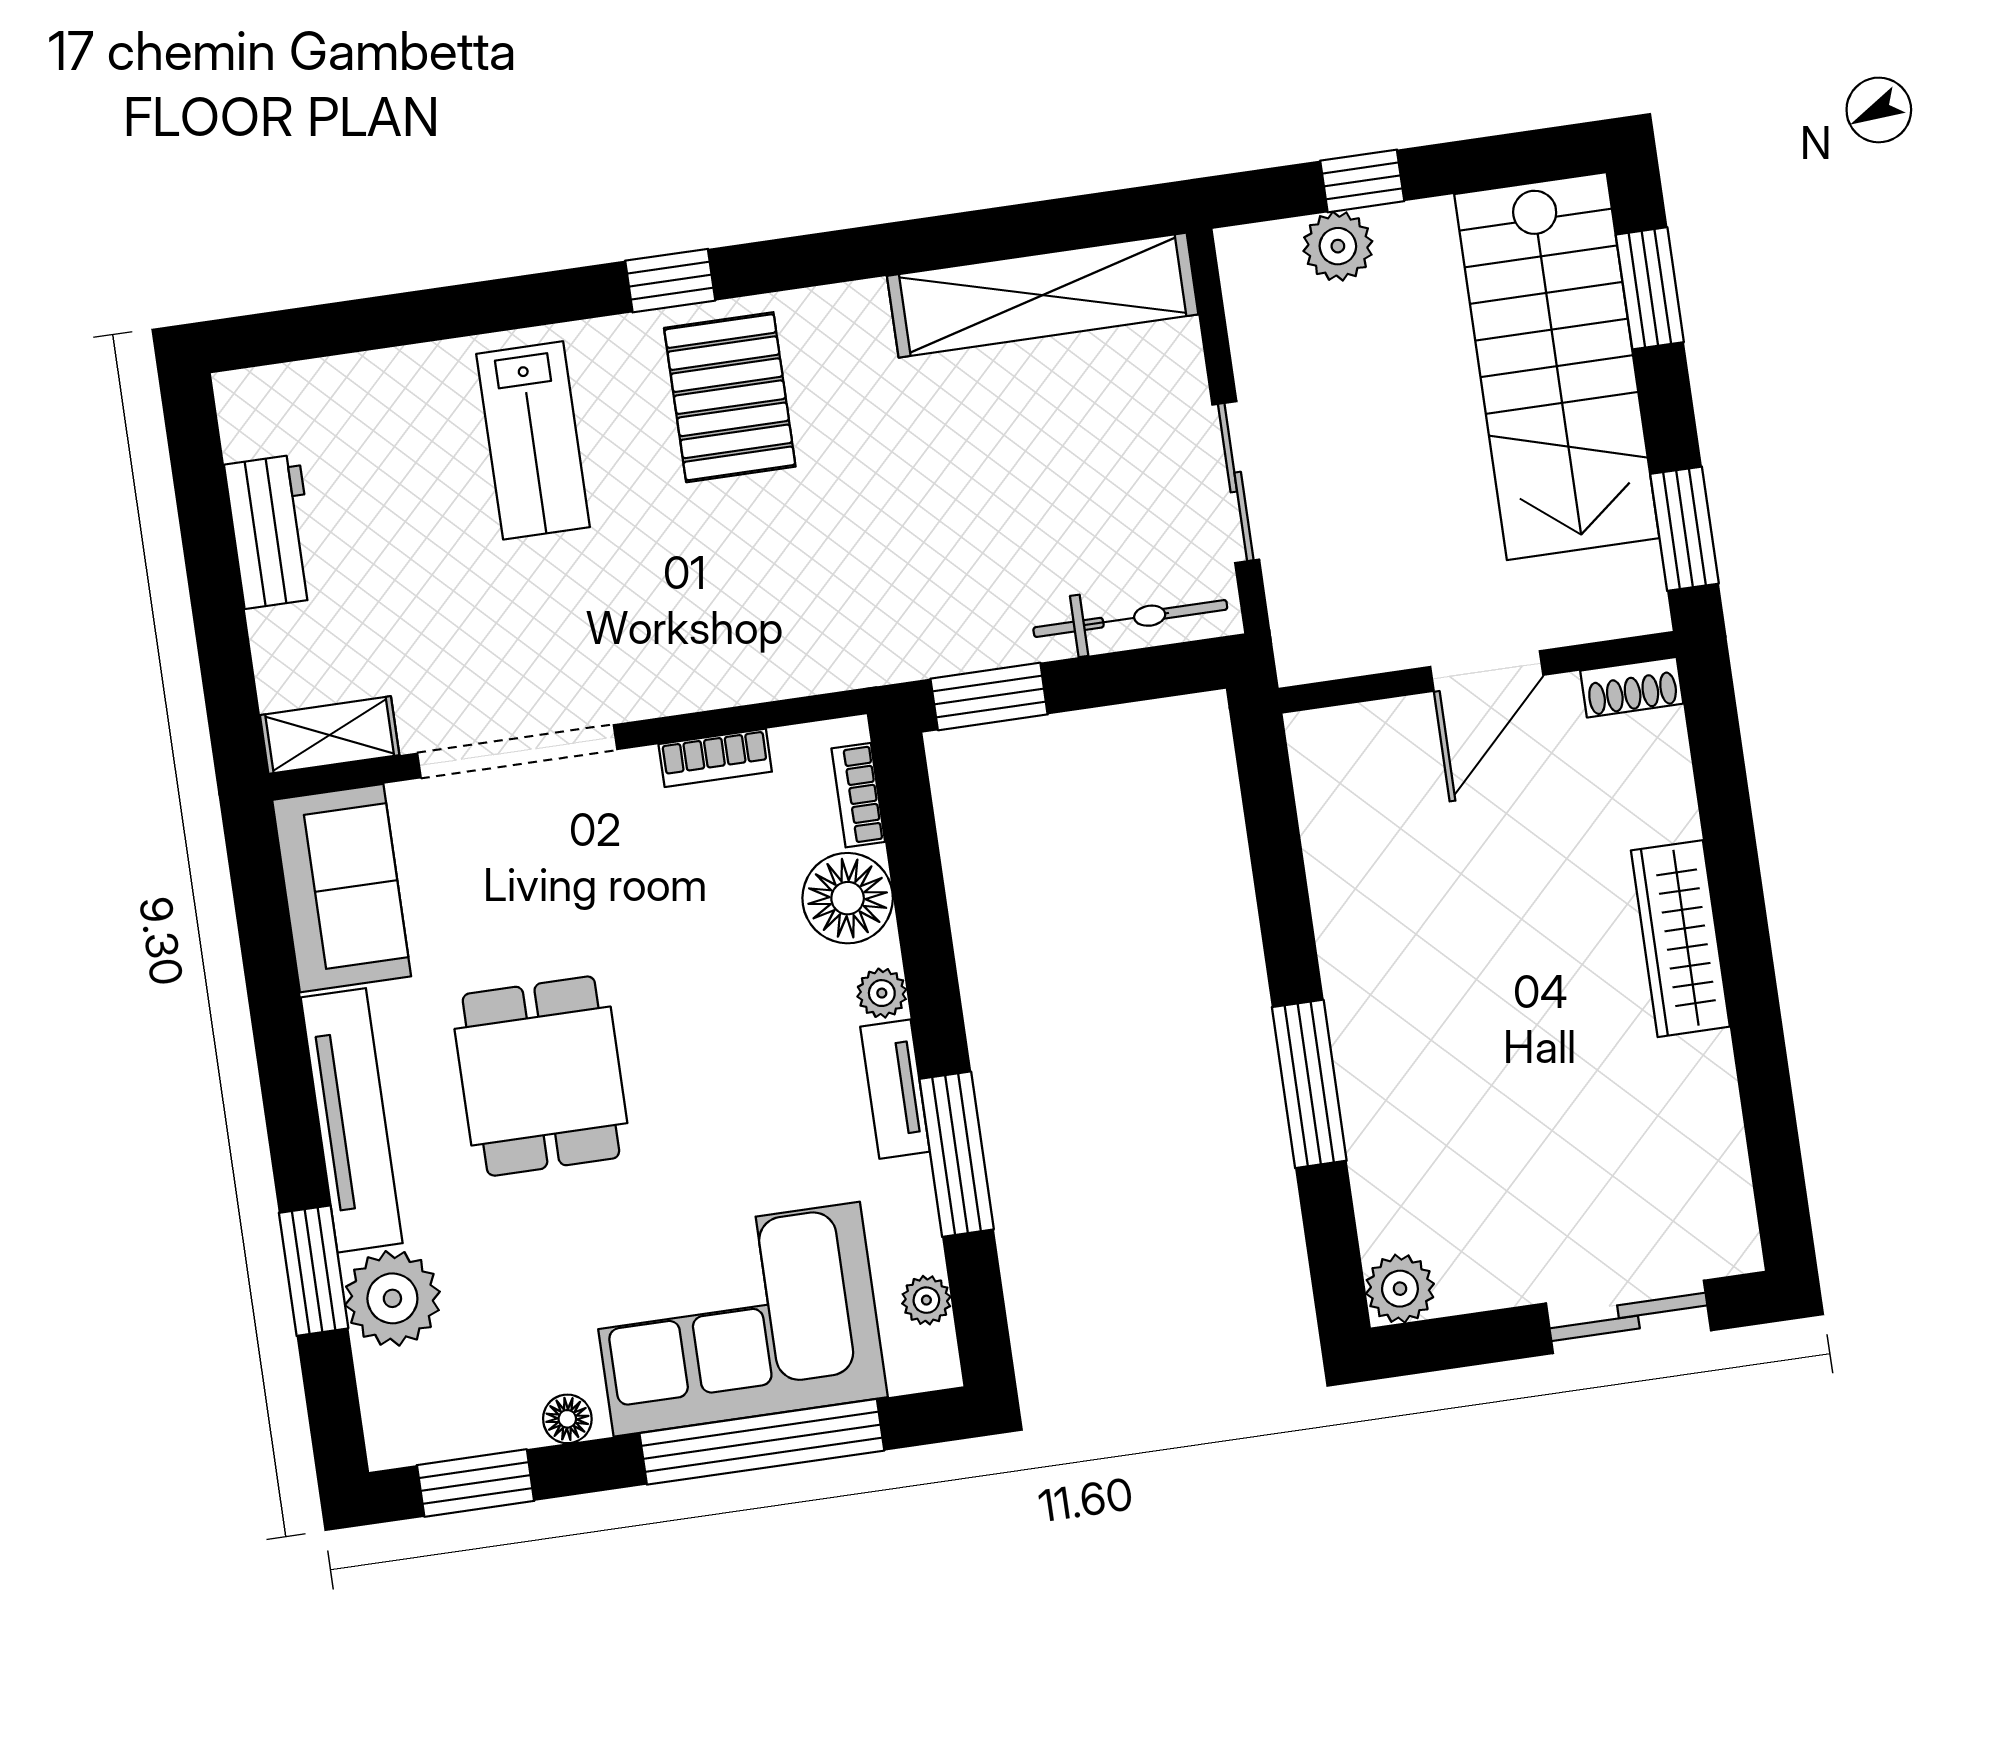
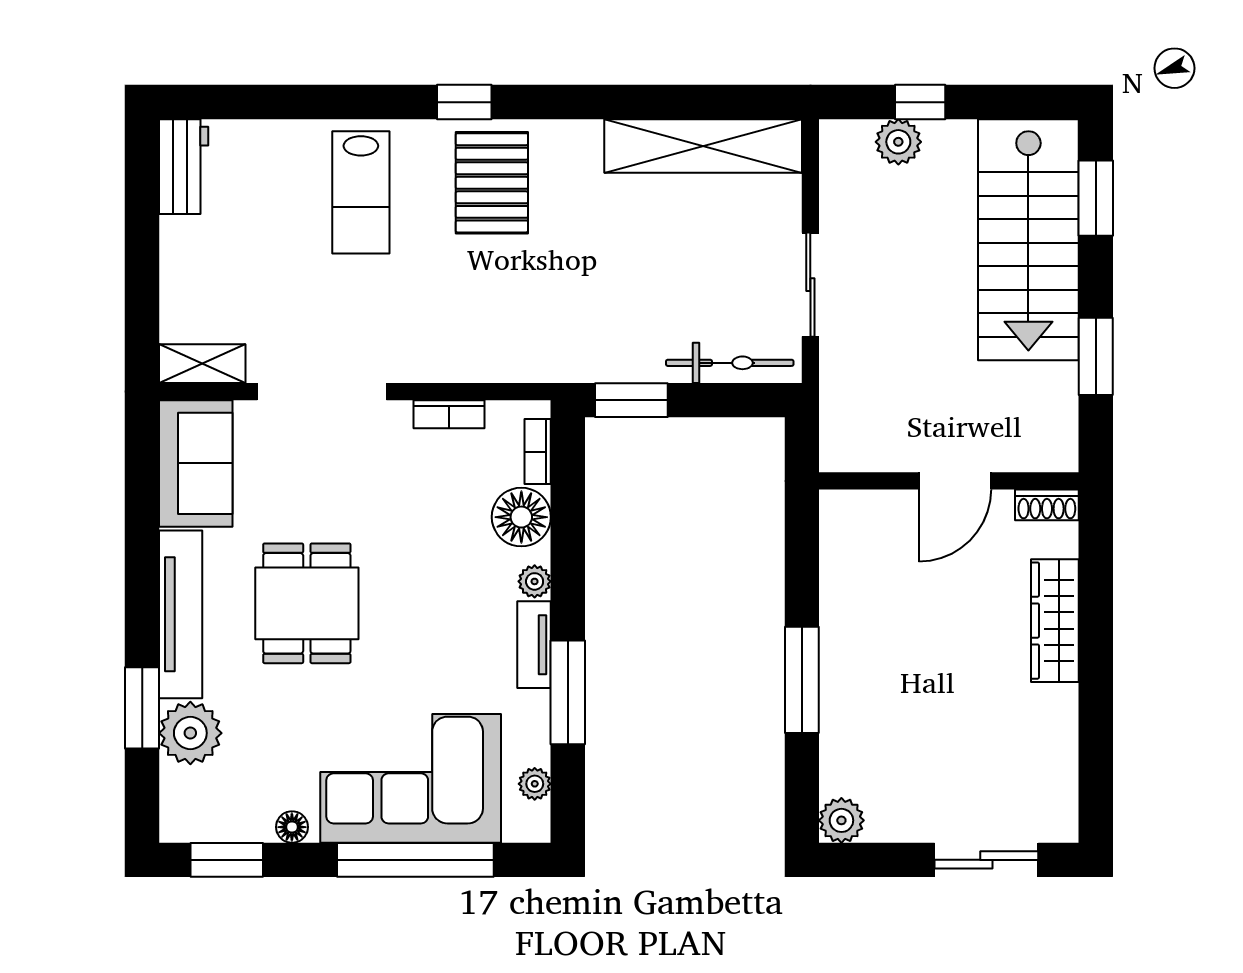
workbench: (272, 532) -> (184, 167), moved
door: (1487, 671) -> (955, 481), moved
wall: (1478, 672) -> (949, 481), moved
shoe rack: (1632, 687) -> (1047, 505), moved

